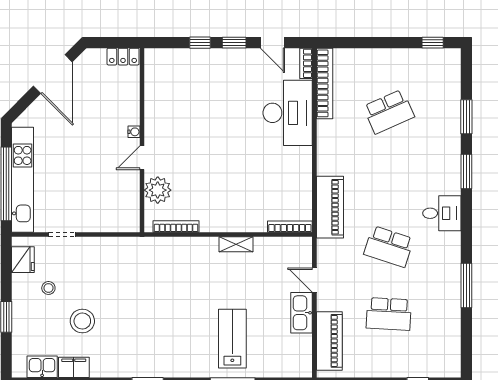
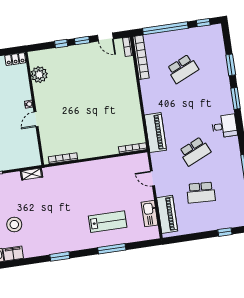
window: (370, 43) -> (165, 28), added
desk: (288, 113) -> (121, 79), removed
plant: (158, 190) -> (39, 75), moved
shelving: (236, 244) -> (32, 174), moved
school desk: (389, 247) -> (195, 151), turned -42
kitchen sink: (301, 313) -> (150, 214), moved
lab bench: (232, 339) -> (108, 222), turned 90

